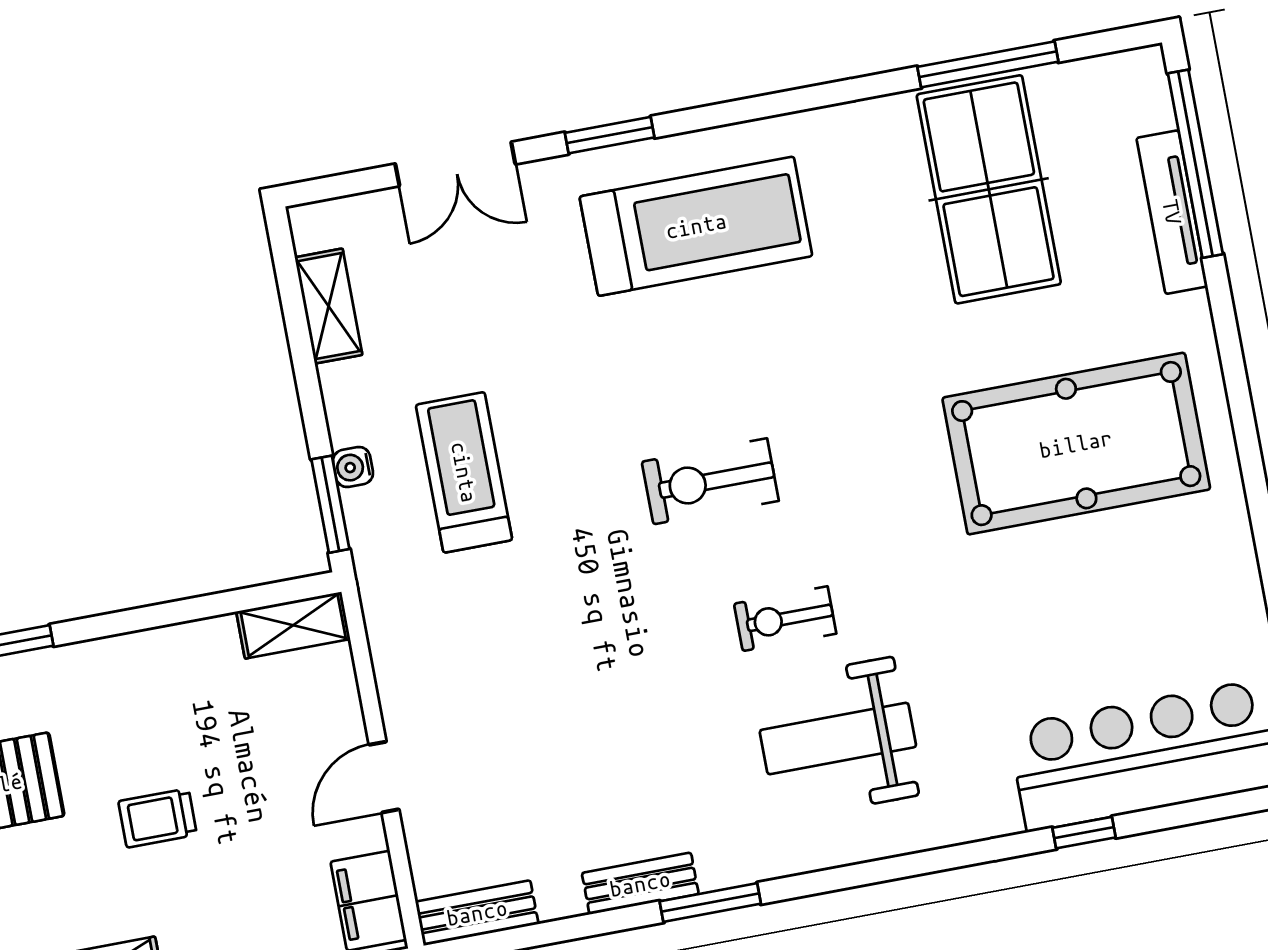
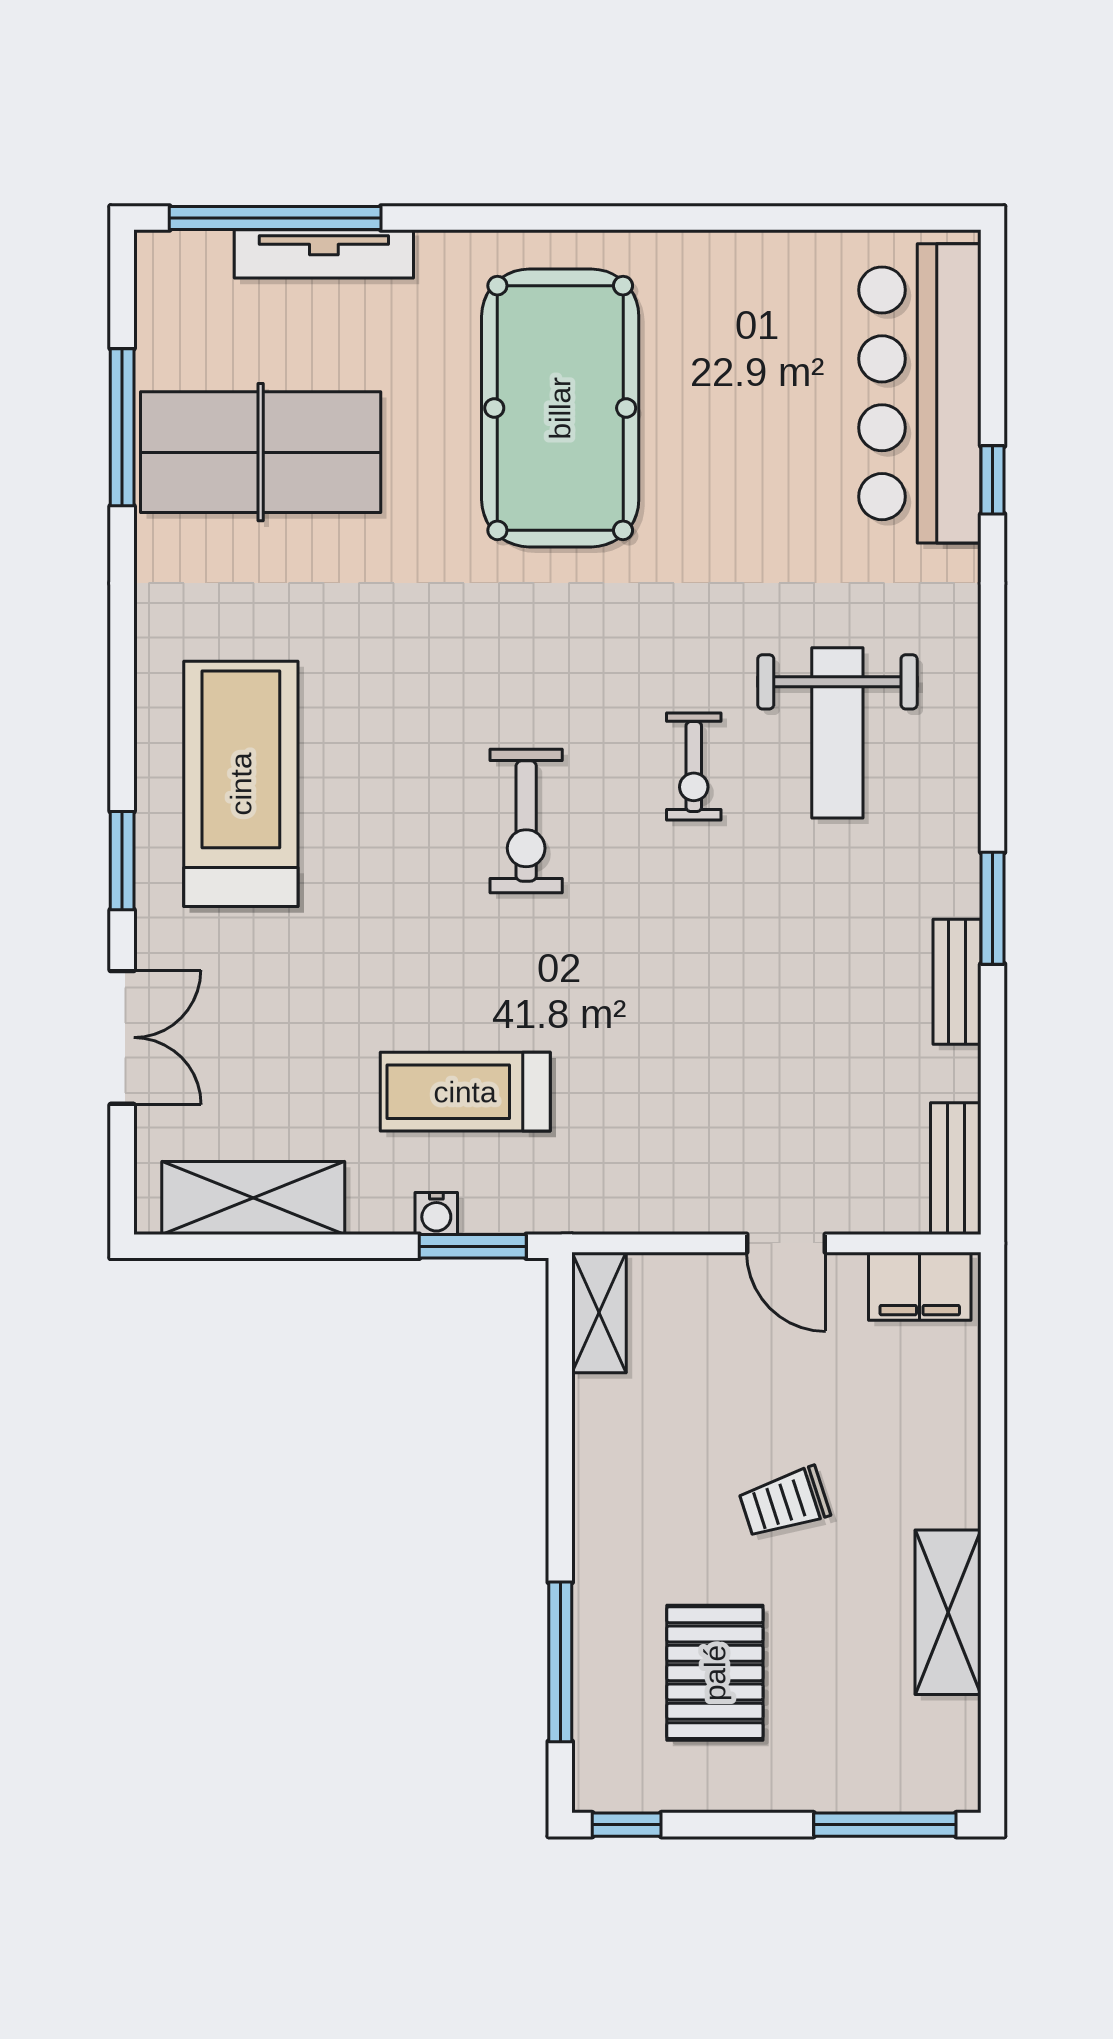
shelving: (329, 306) -> (253, 1198), width x1.50, depth x1.33
trolley: (158, 818) -> (784, 1503), turned 72

